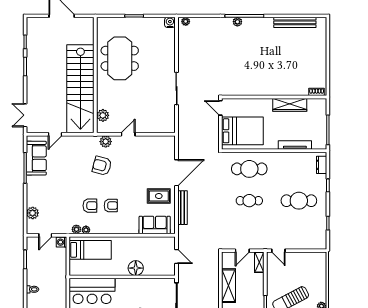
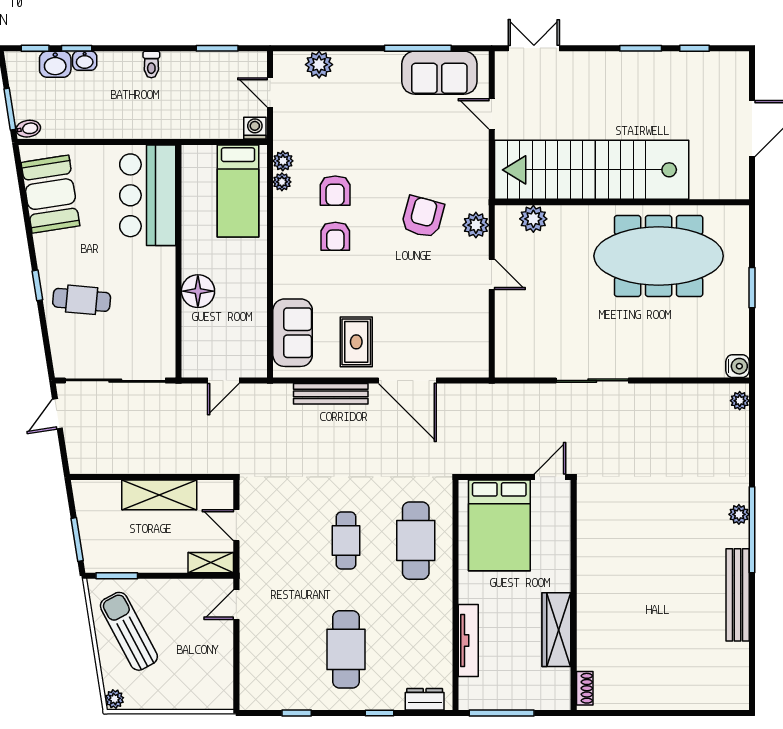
bench: (295, 22) -> (738, 595), moved
meeting table: (120, 58) -> (659, 256), width x1.36

